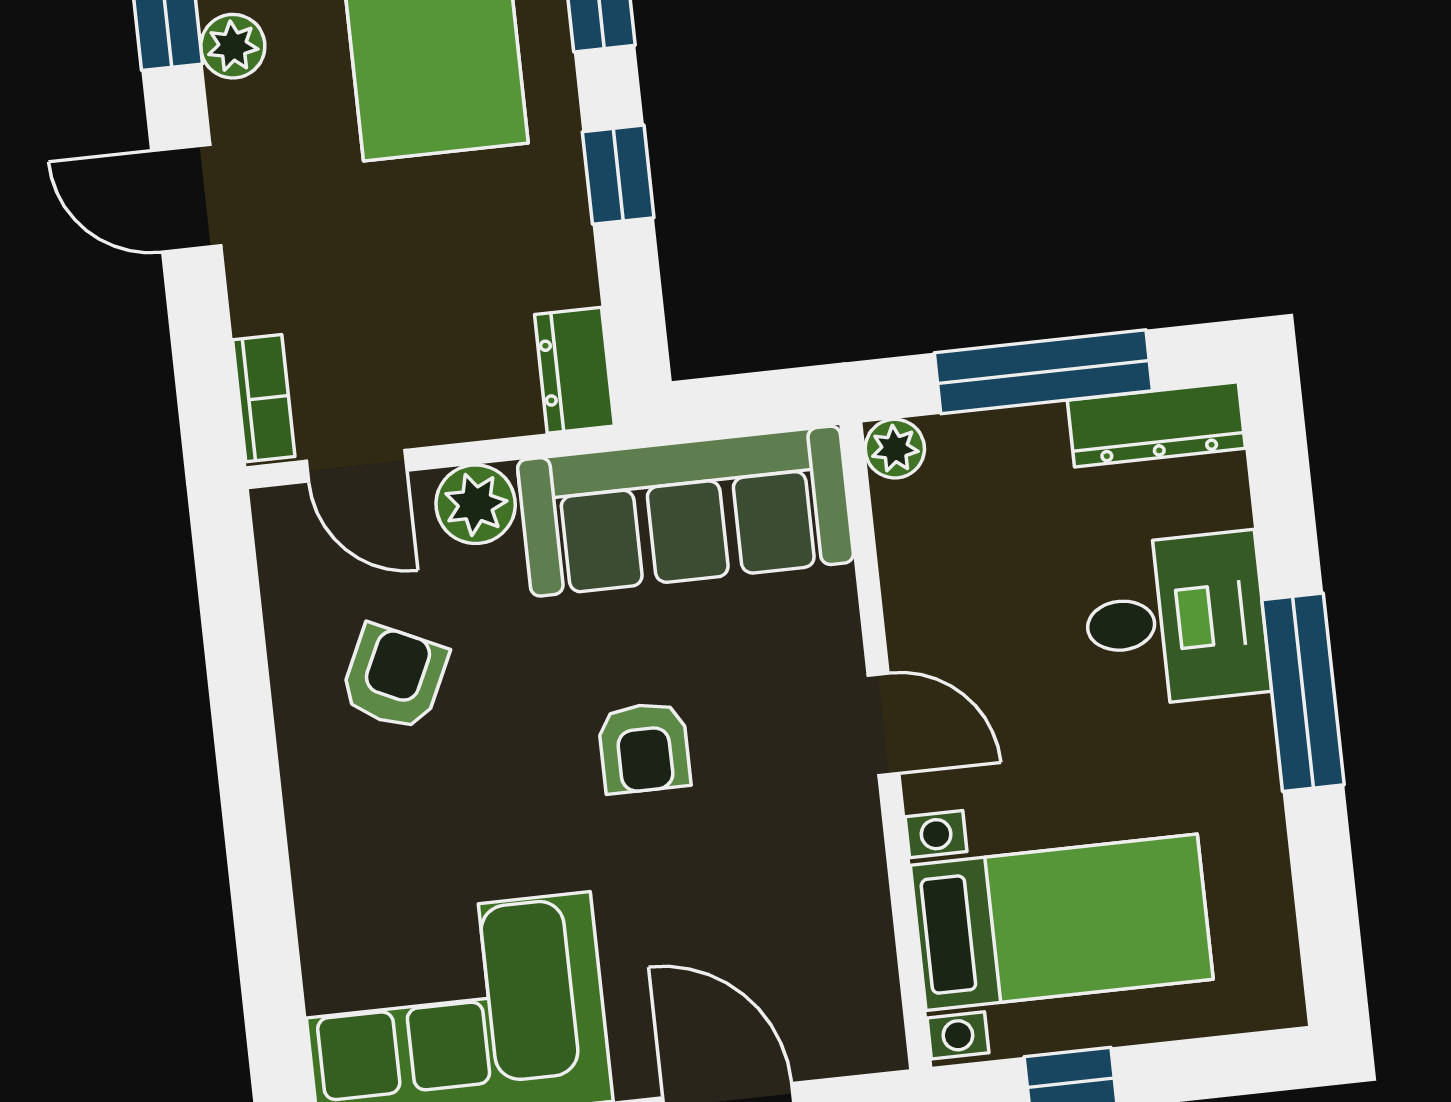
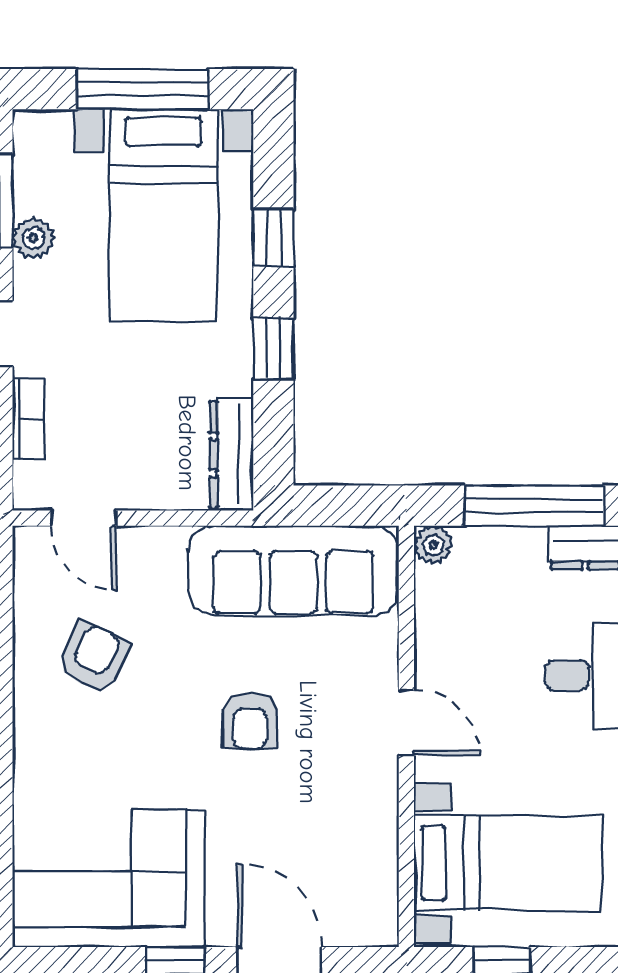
dresser: (574, 370) -> (231, 455), width x1.44
bookcase: (264, 398) -> (28, 419), moved
plant: (476, 504) -> (158, 551), removed

